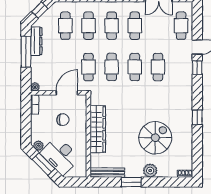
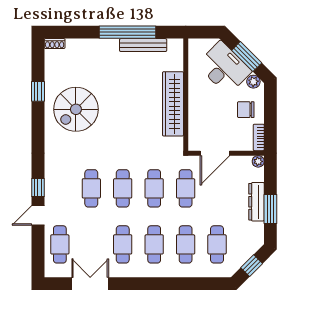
dresser: (36, 41) -> (256, 202), moved
window: (26, 52) -> (270, 209), width x0.69
window: (197, 117) -> (38, 91), moved
chair: (63, 120) -> (246, 110), moved
spiral stairs: (155, 138) -> (76, 109), moved
plant: (150, 171) -> (102, 48), removed
bench: (107, 173) -> (143, 45), moved
window: (131, 182) -> (127, 32), width x2.11

